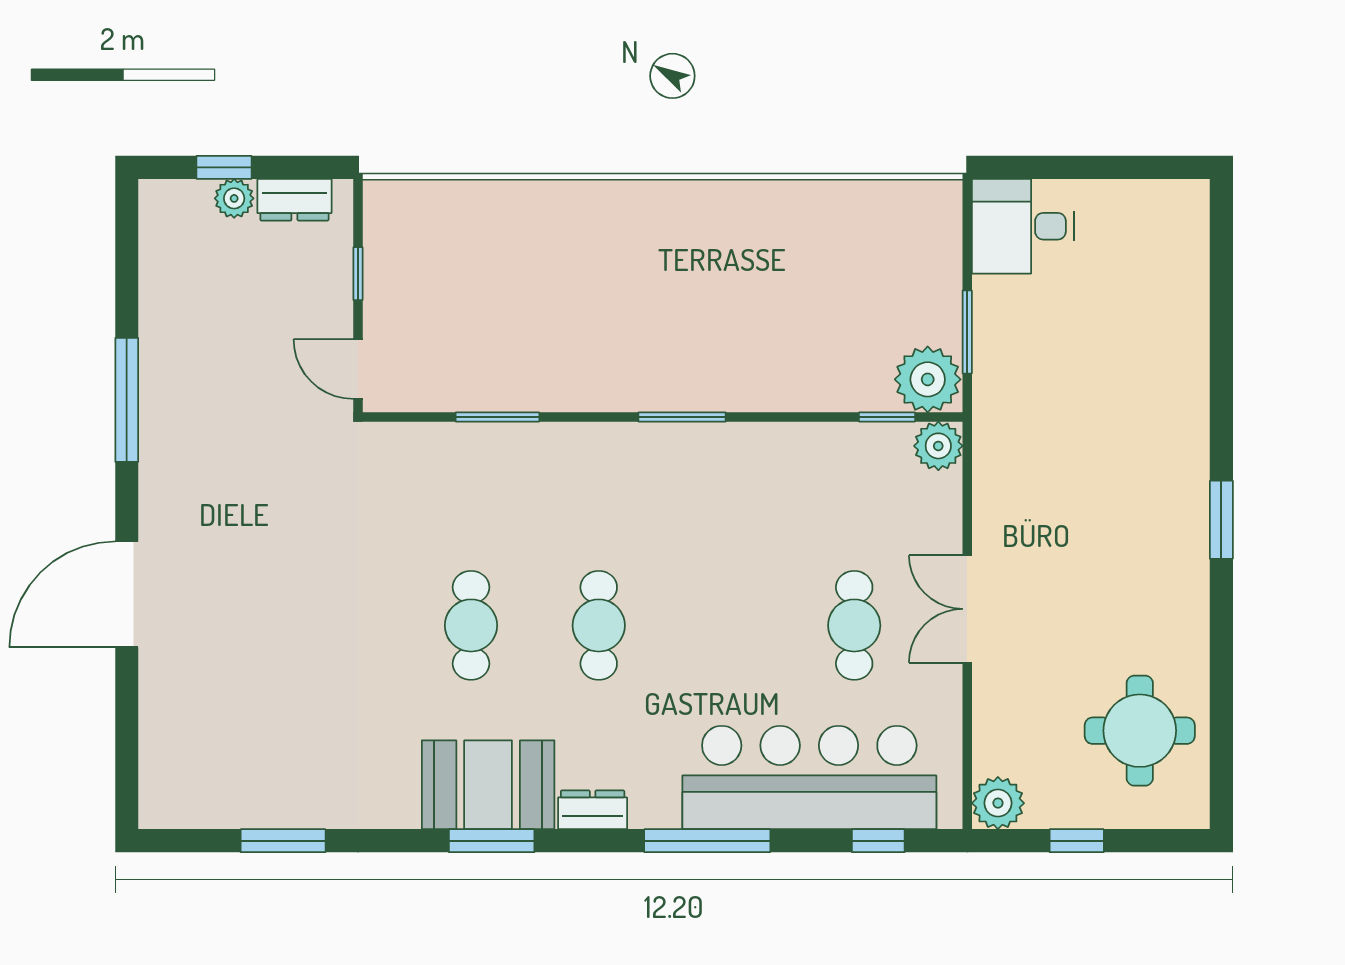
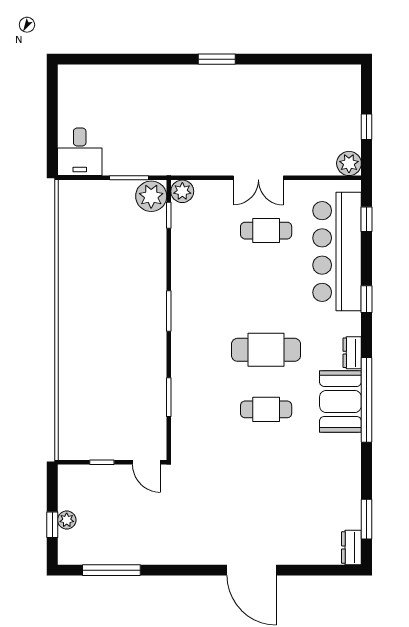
dresser: (294, 200) -> (351, 547), moved, turned 180
door: (358, 369) -> (146, 462), hinge flipped
window: (127, 400) -> (111, 570), moved
cafe table: (599, 625) -> (266, 350), width x1.37, depth x1.35
round table: (1140, 731) -> (315, 97), removed
window: (283, 841) -> (367, 519), moved
window: (492, 841) -> (367, 400), width x2.11
window: (707, 841) -> (367, 299), width x0.46

